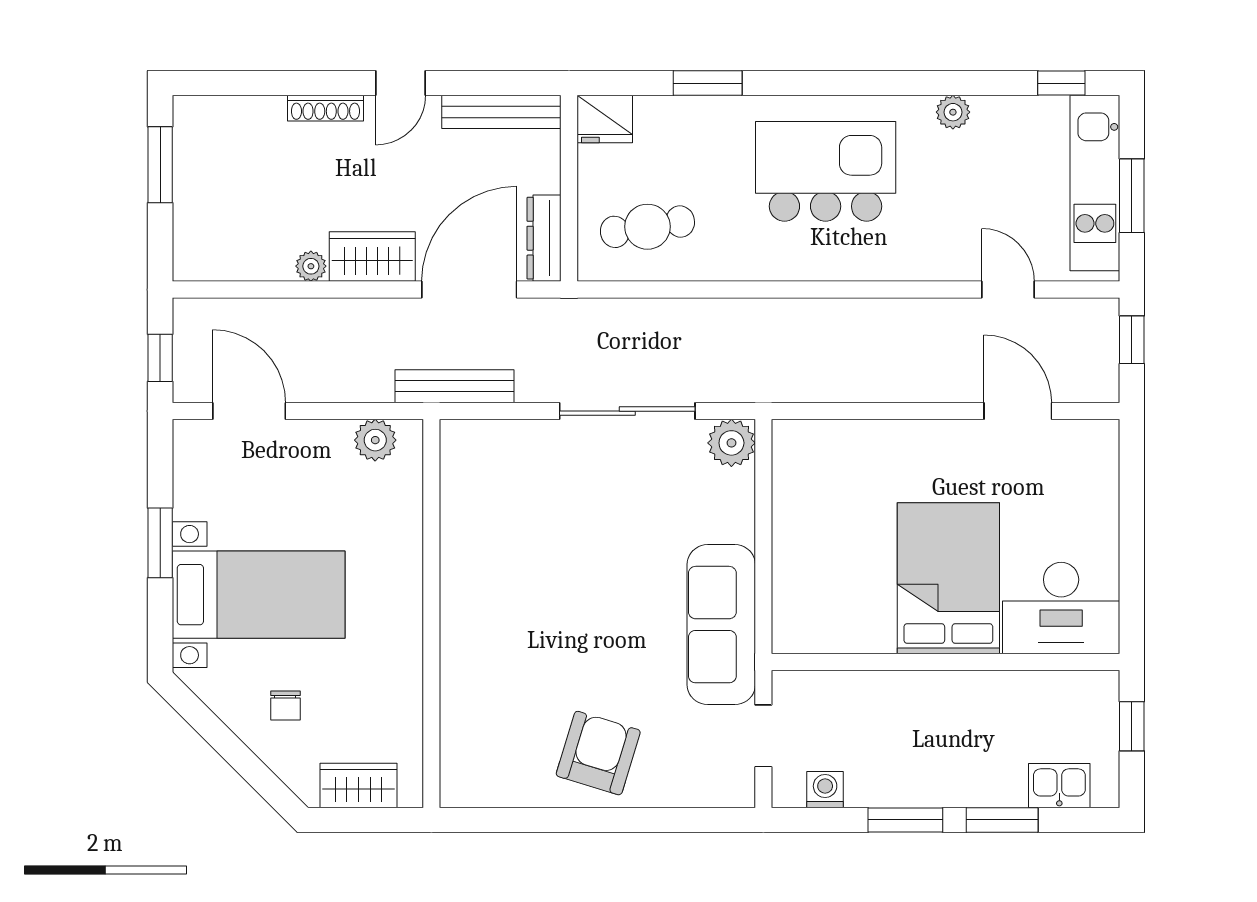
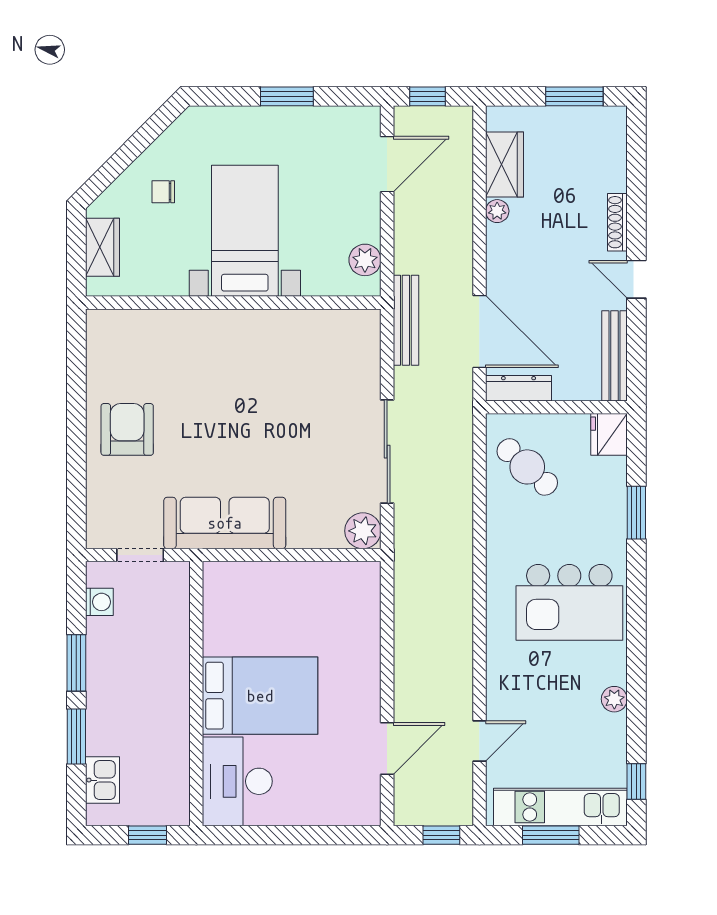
kitchen island: (826, 171) -> (569, 602), turned 90
cafe table: (647, 227) -> (527, 467), turned -39
wardrobe: (372, 257) -> (504, 164), moved
bed with nightstands: (259, 595) -> (245, 231), moved, turned 180
armchair: (598, 753) -> (127, 429), turned -107

